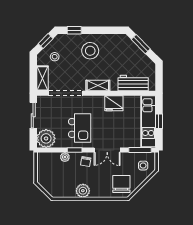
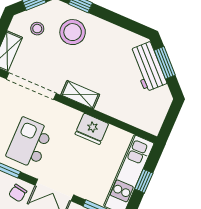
stool: (90, 51) -> (73, 32), moved
workbench: (133, 83) -> (148, 67), moved, turned -135
kitchen island: (80, 128) -> (29, 143), turned 180

